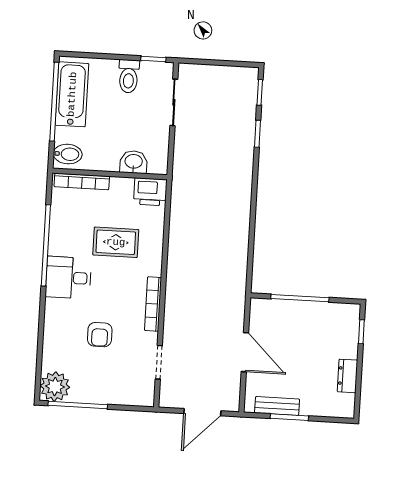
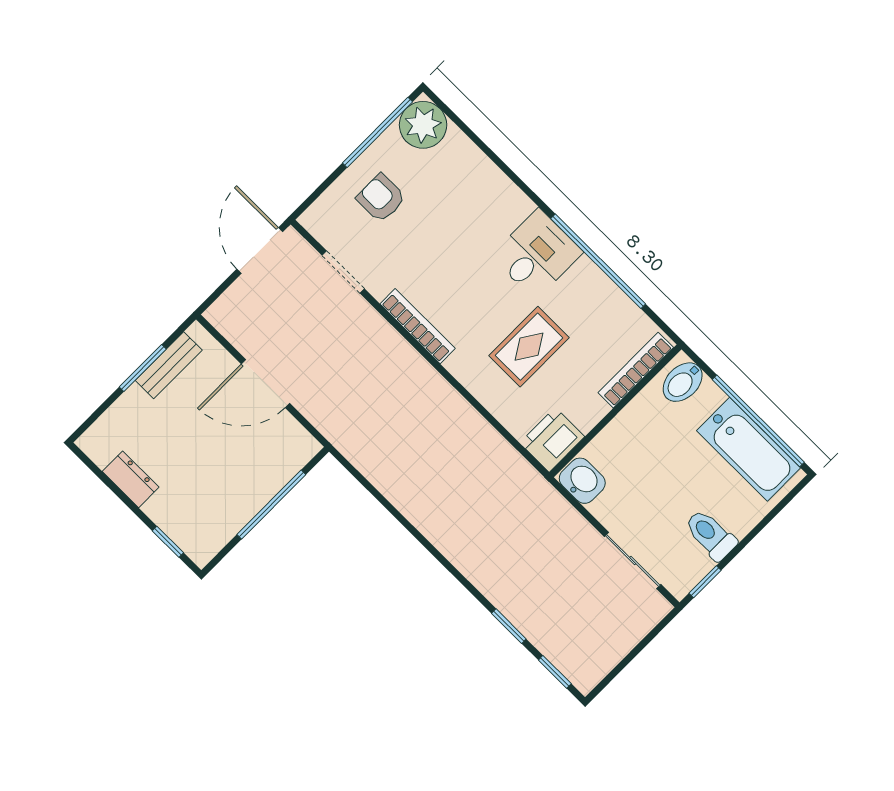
washbasin: (134, 162) -> (582, 481), moved, turned -90
armchair: (100, 335) -> (381, 198), moved
door: (202, 412) -> (260, 250), moved

